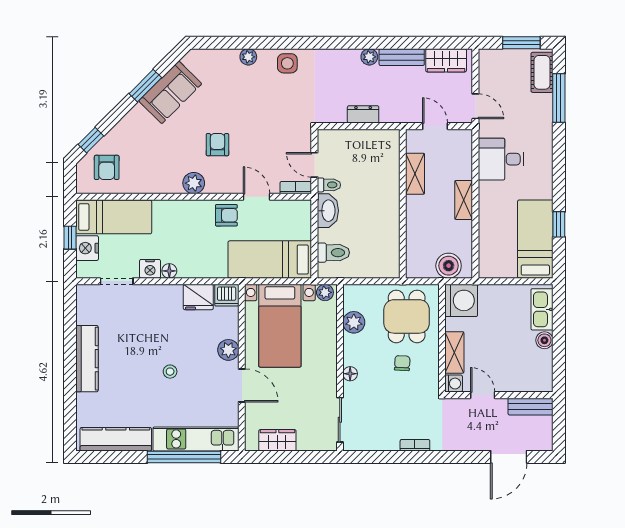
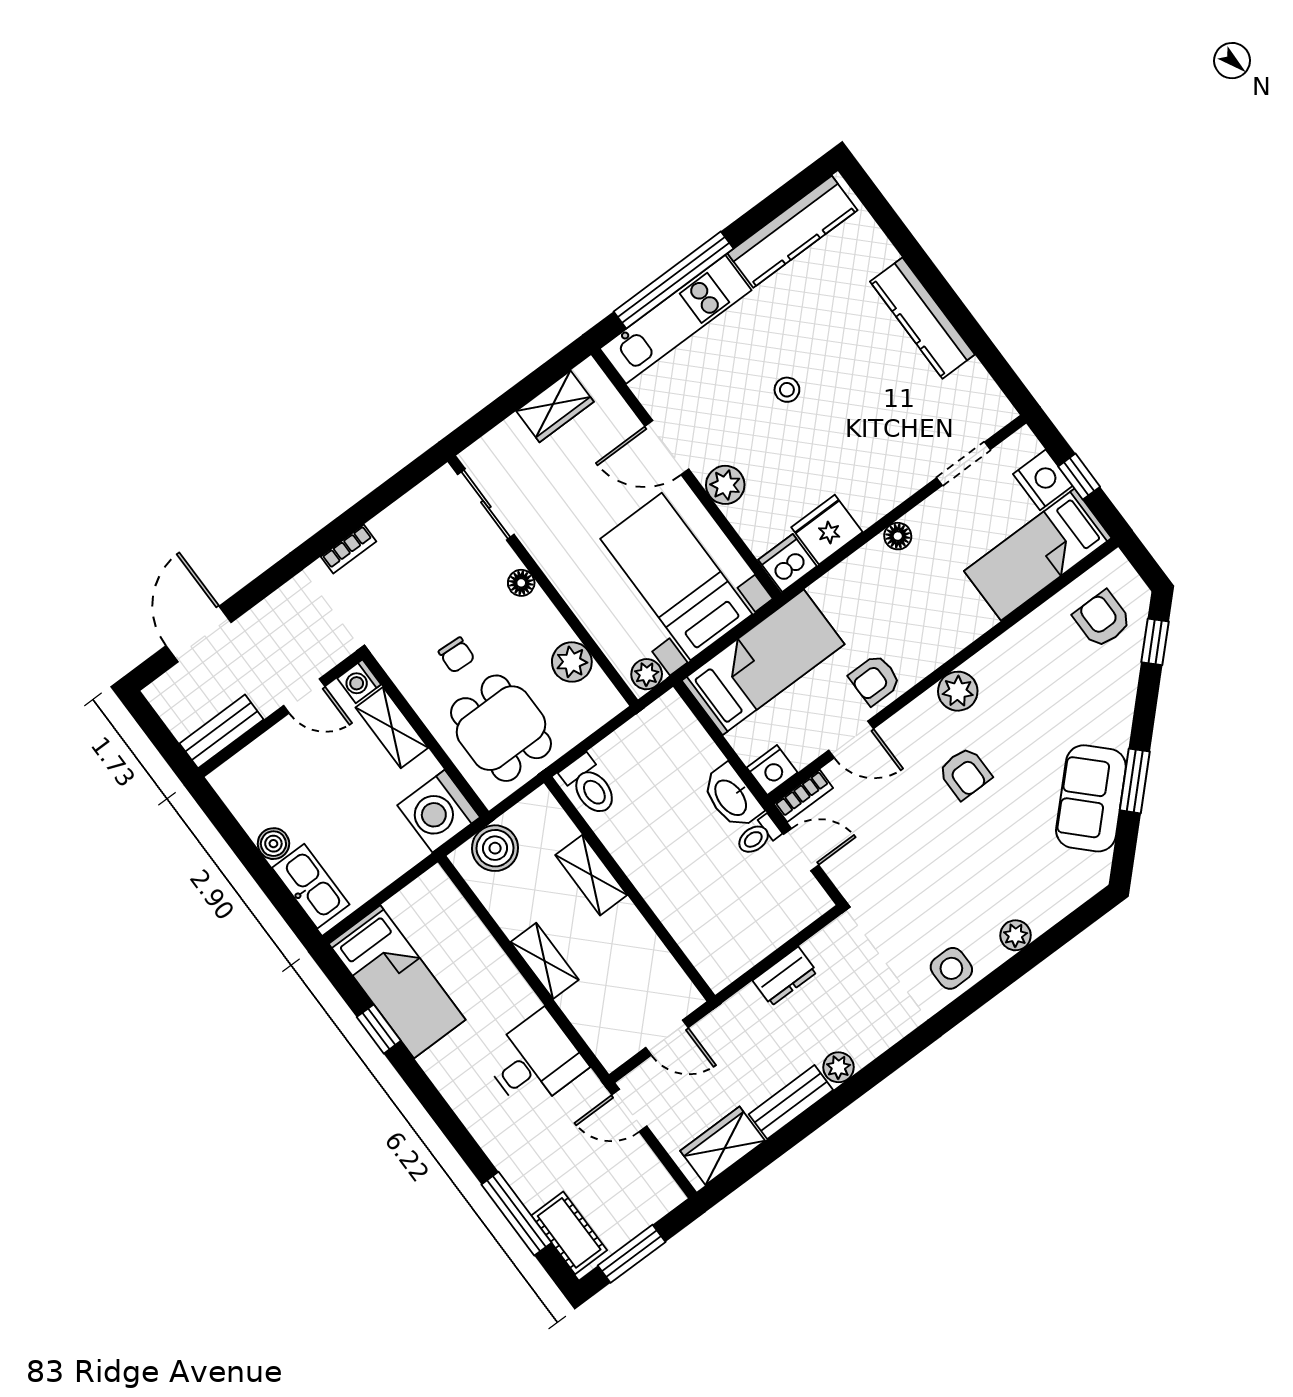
shelving: (415, 174) -> (591, 875), moved
toilet: (333, 253) -> (589, 786), moved, turned -90
nightstand: (150, 269) -> (772, 770), moved, turned 180

